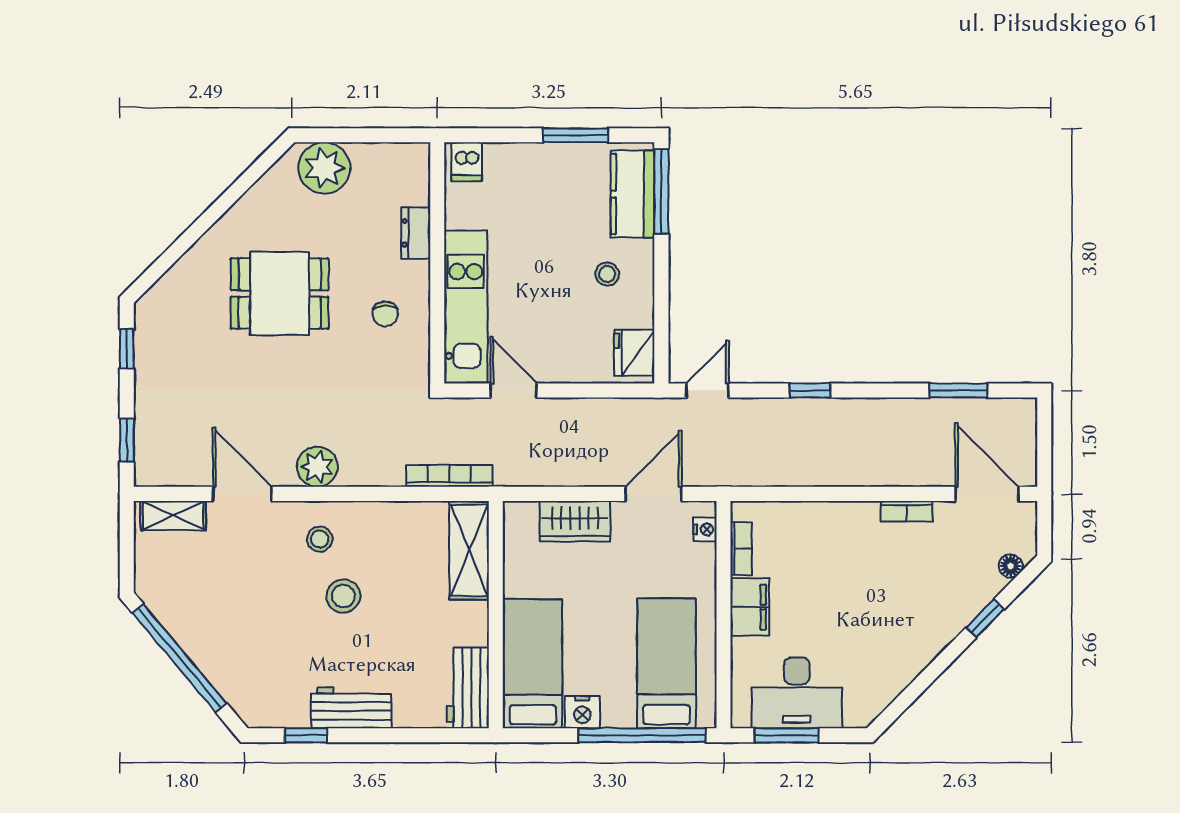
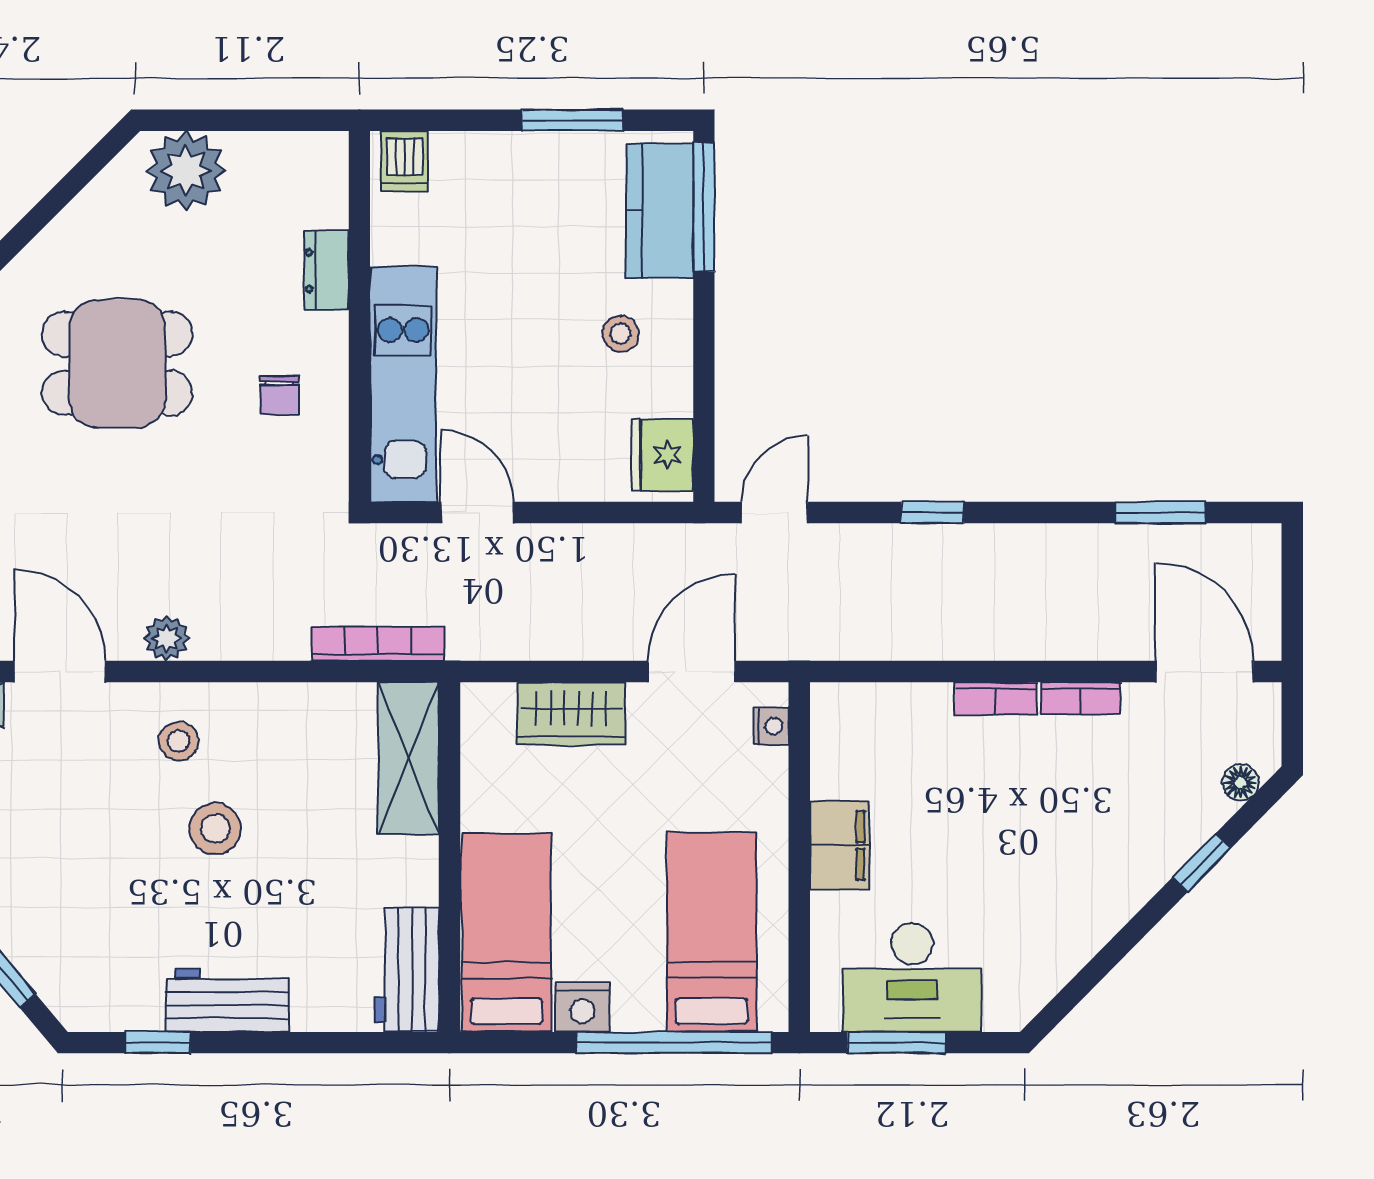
plant: (317, 467) -> (167, 638), width x0.73, depth x0.73
bookcase: (741, 548) -> (996, 699), moved, turned 90

